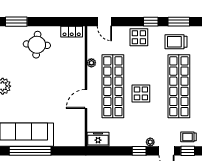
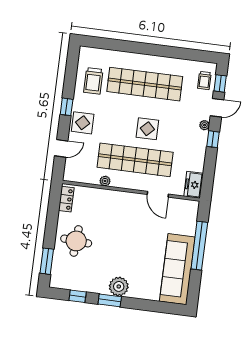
door: (104, 22) -> (61, 148), moved
window: (179, 22) -> (71, 75), removed
door: (86, 99) -> (158, 194), moved
window: (30, 151) -> (199, 246), moved

